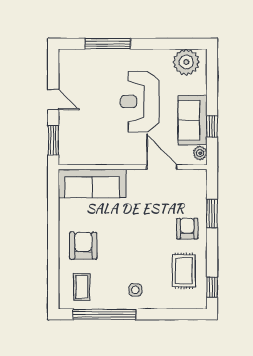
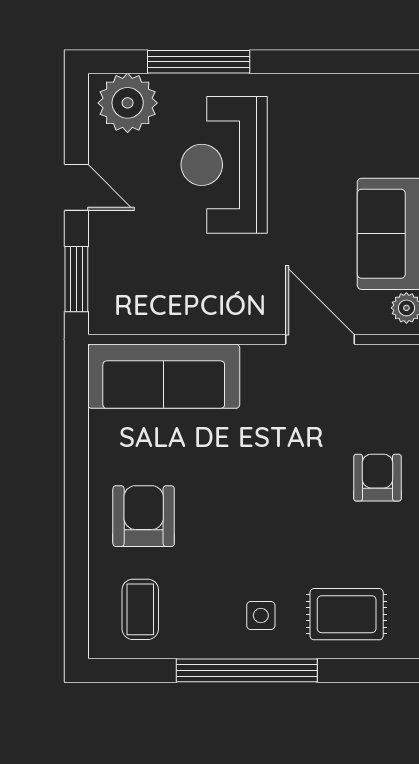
plant: (186, 62) -> (128, 103), moved
reception desk: (140, 102) -> (224, 165), moved
rug: (184, 271) -> (347, 614), moved, turned 90
window: (104, 314) -> (247, 670), moved

